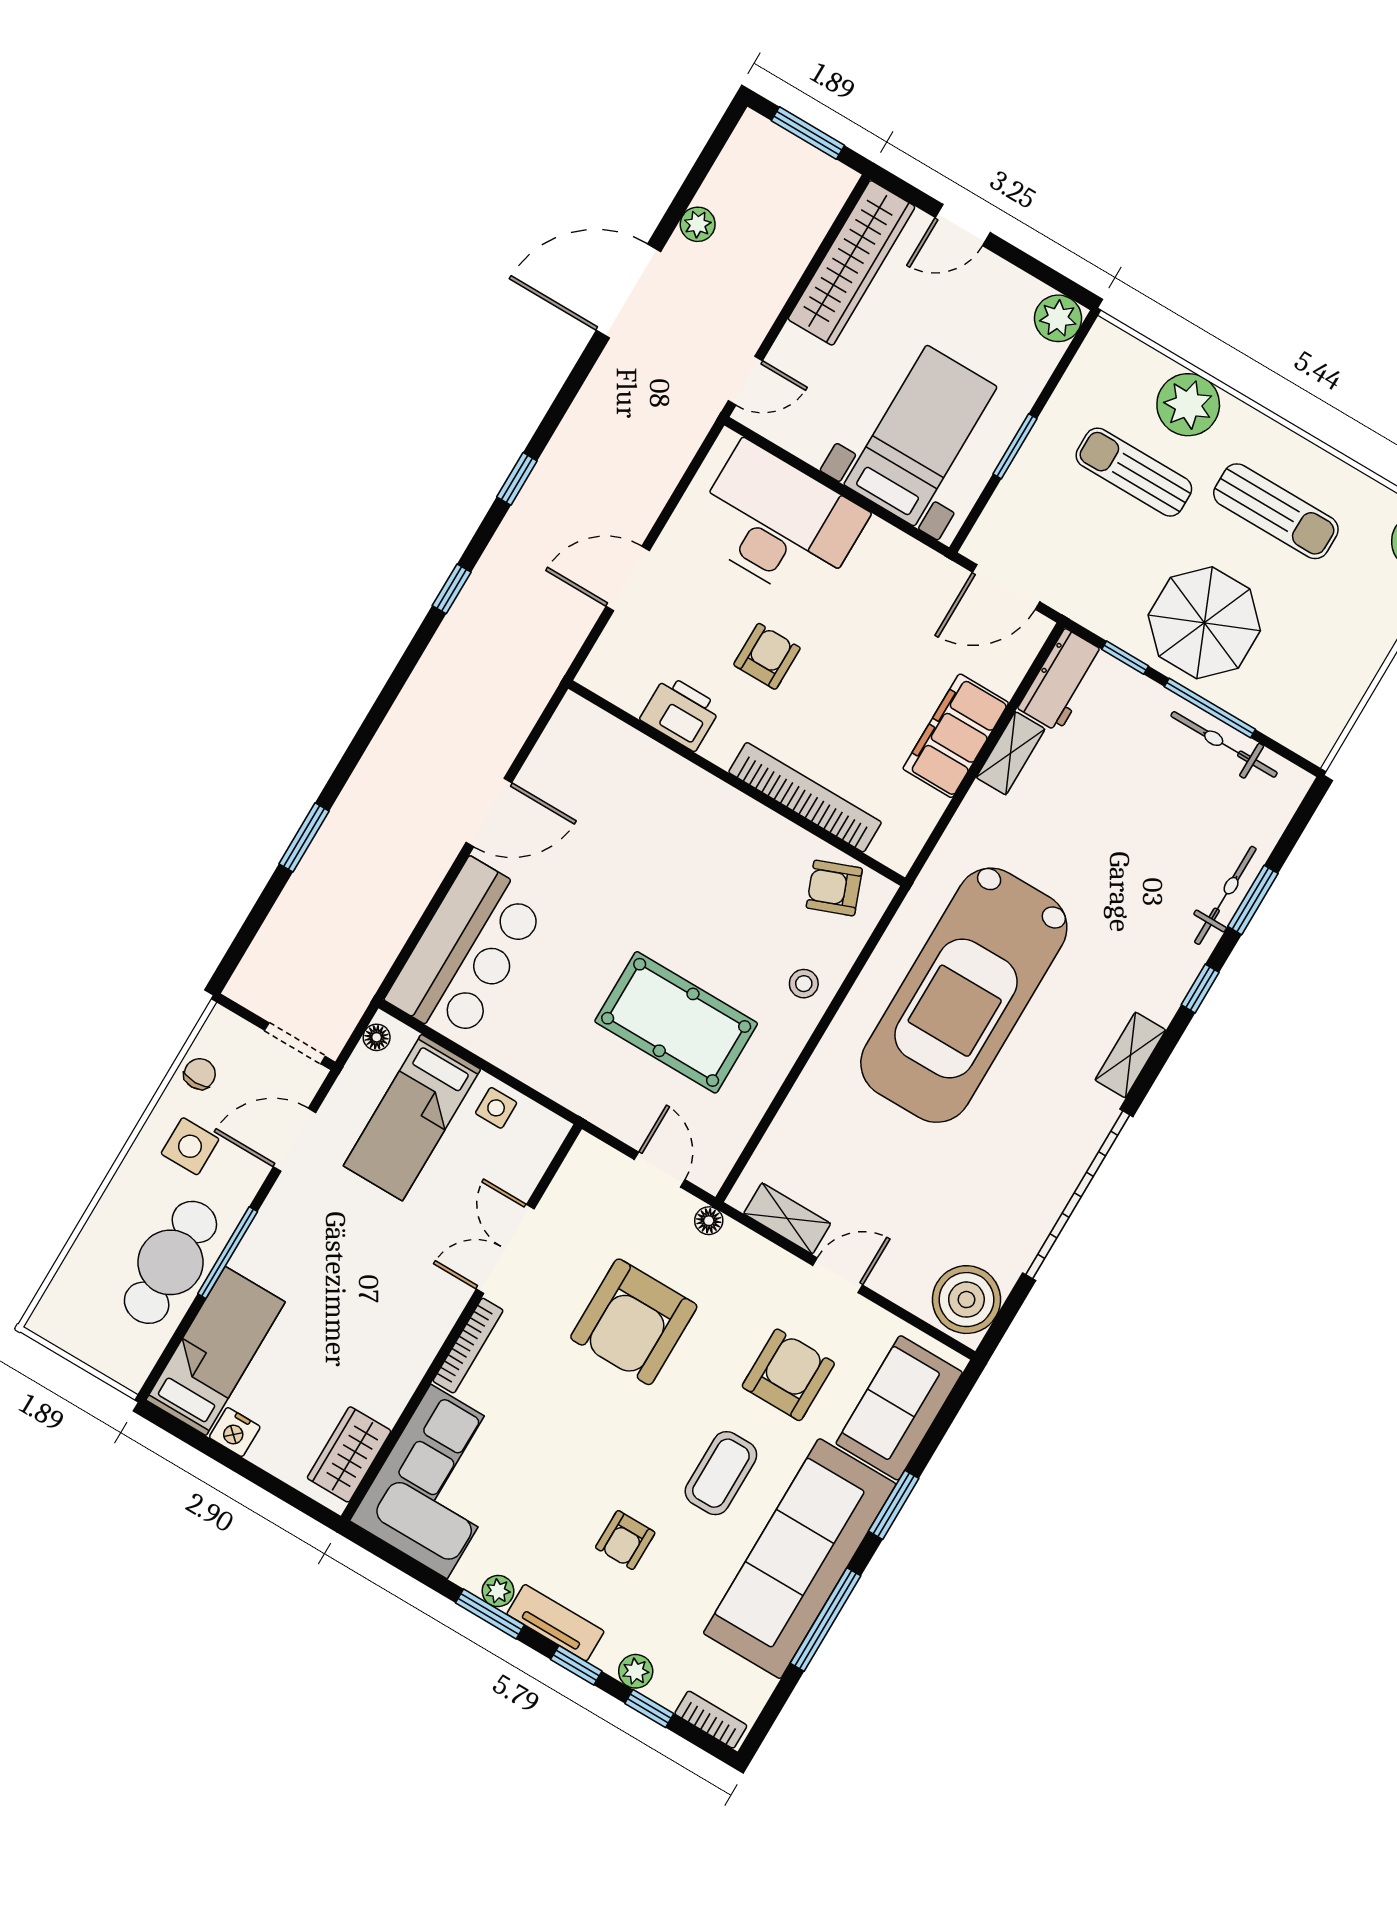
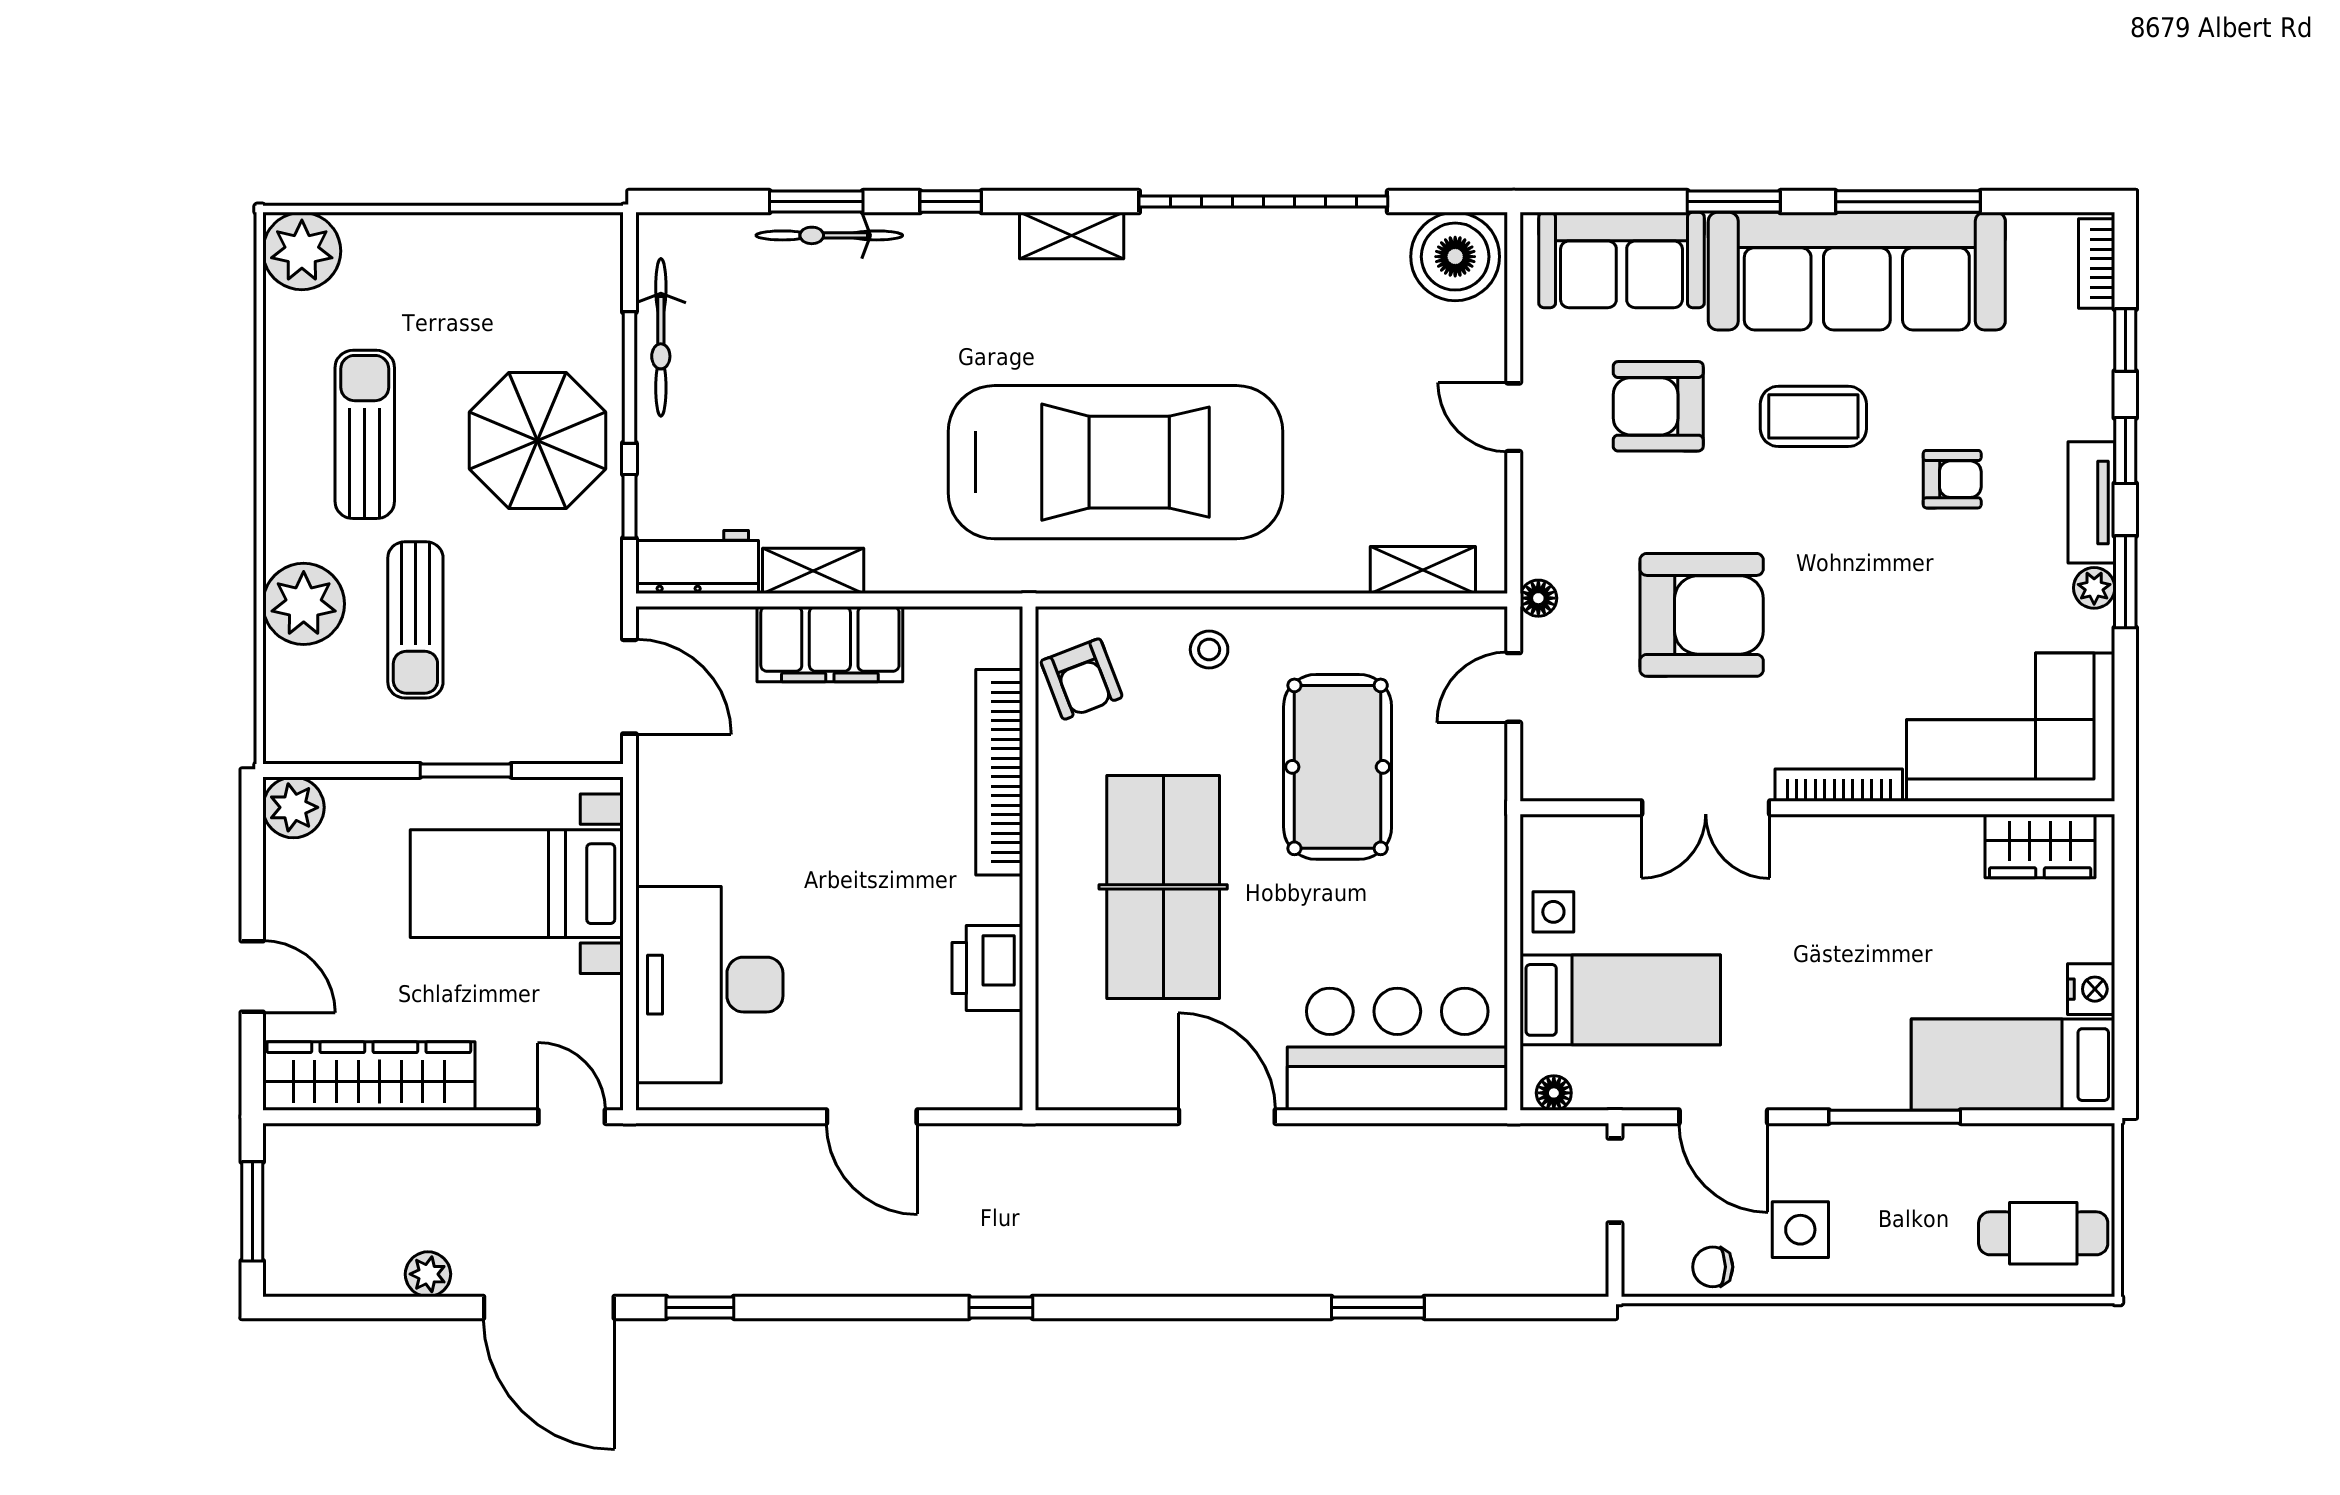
window: (517, 479) -> (700, 1307), moved
armchair: (767, 656) -> (866, 909), removed
table tennis table: (665, 860) -> (1163, 887), added
shelving: (787, 1219) -> (1423, 570), moved, turned 90
cafe table: (170, 1262) -> (2043, 1233), moved, width x0.73, depth x0.74
plant: (636, 1671) -> (2092, 380), removed

